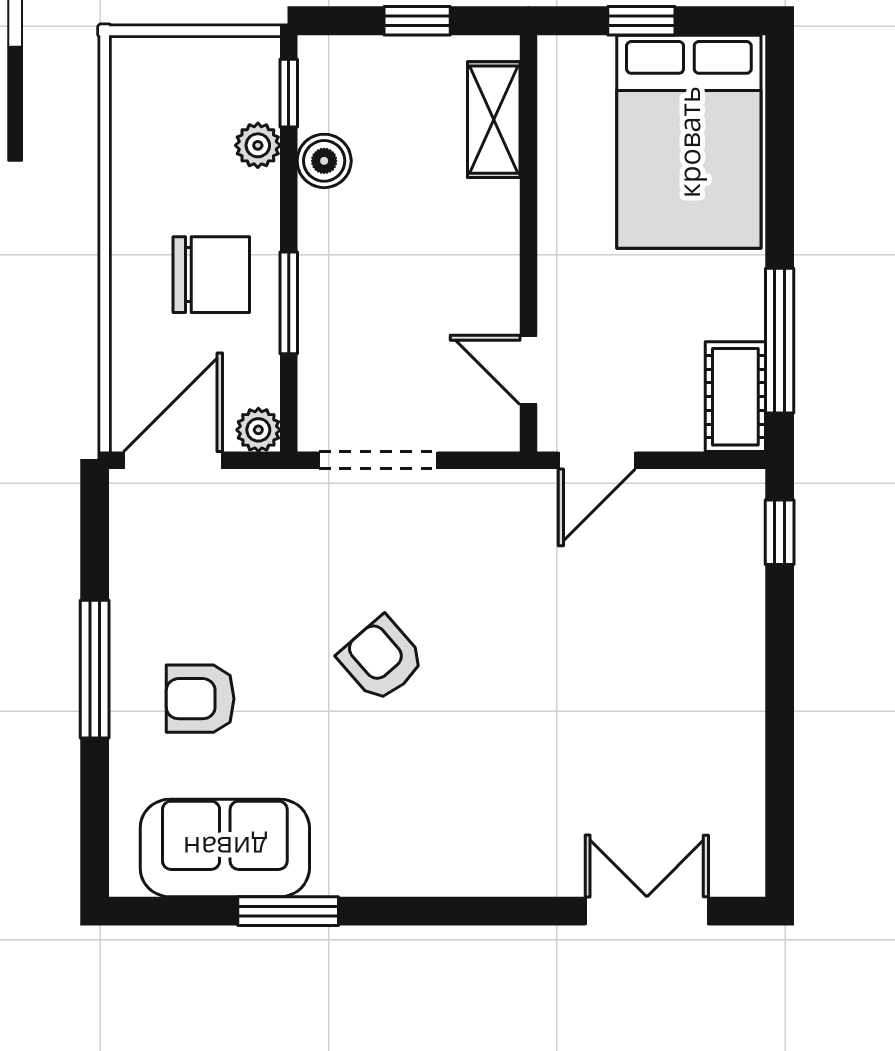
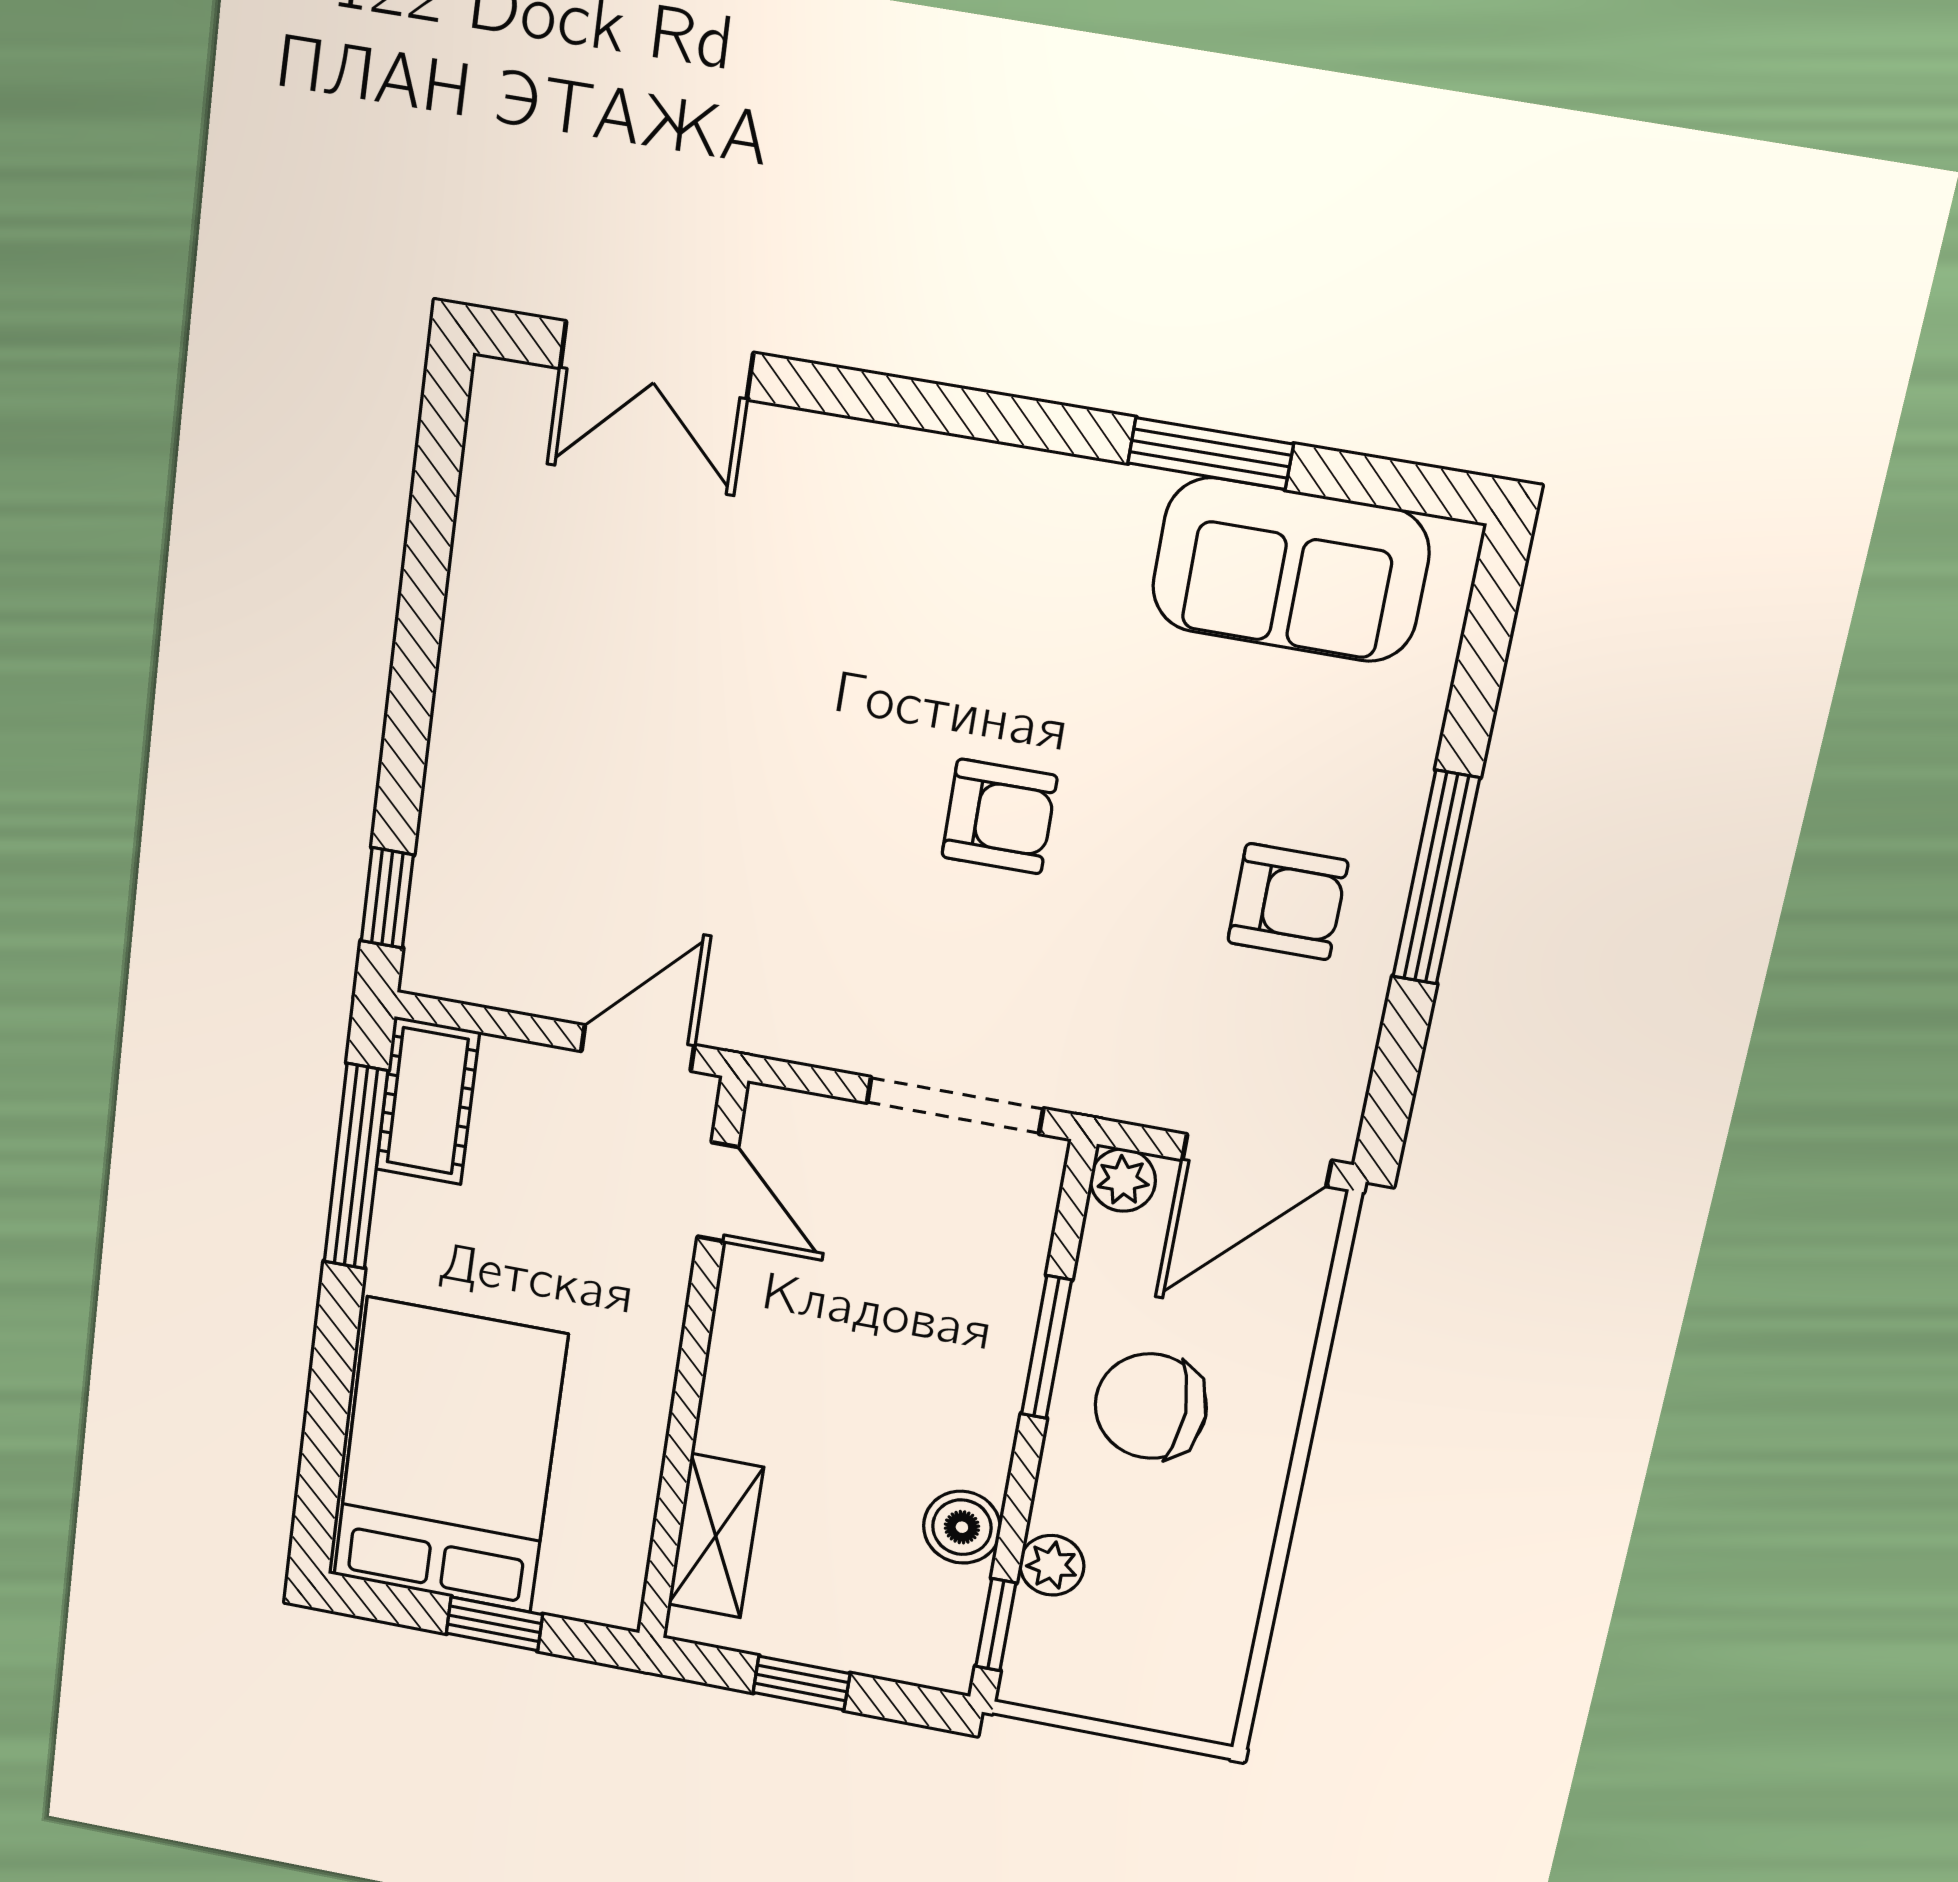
armchair: (381, 659) -> (999, 816), turned -49
armchair: (200, 699) -> (1288, 902), moved

